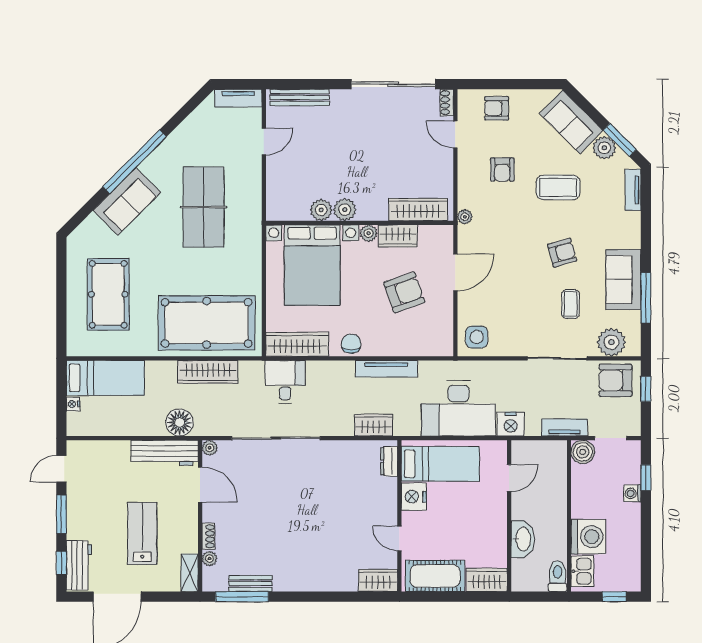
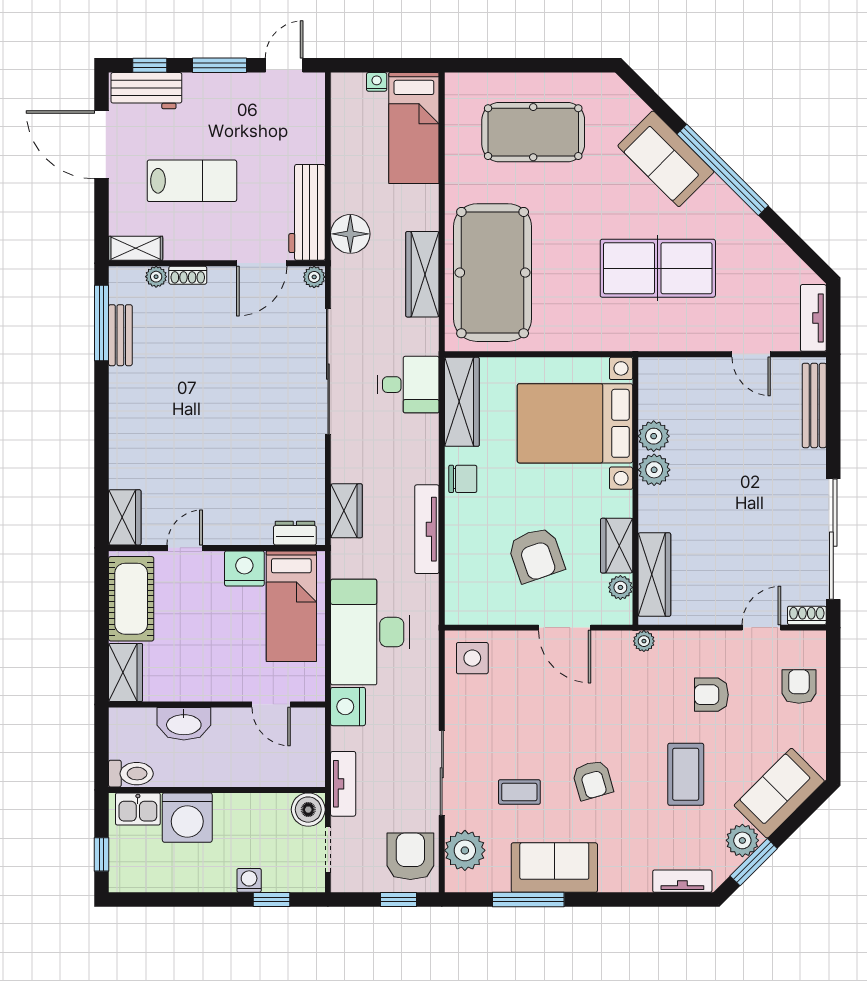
plant: (369, 233) -> (620, 587), moved
door: (61, 469) -> (284, 65), hinge flipped

